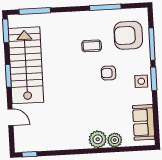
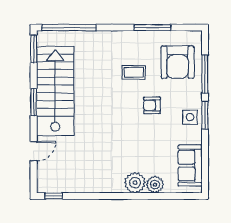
window: (35, 11) -> (69, 28), width x1.46
armchair: (128, 35) -> (178, 62), turned -90
door: (10, 117) -> (34, 151), hinge flipped

